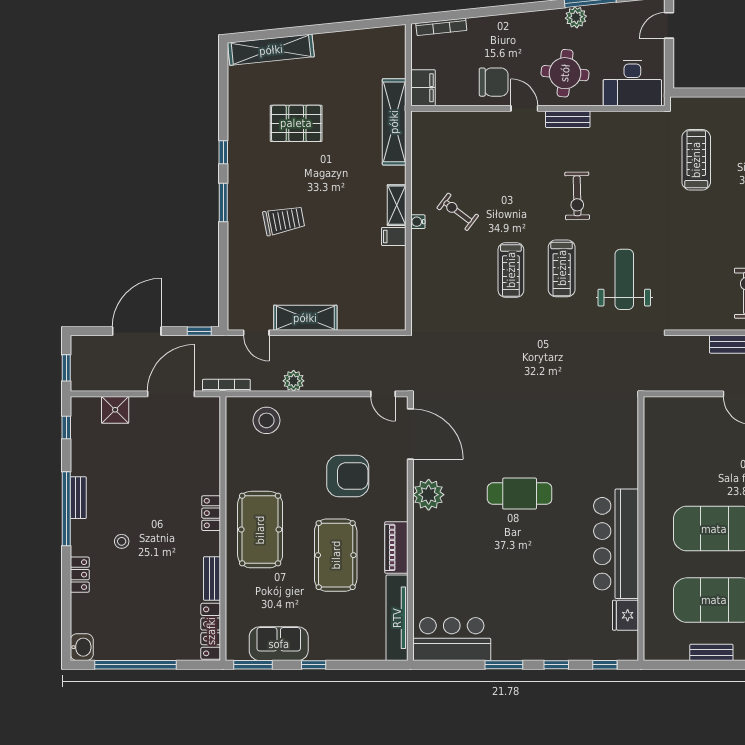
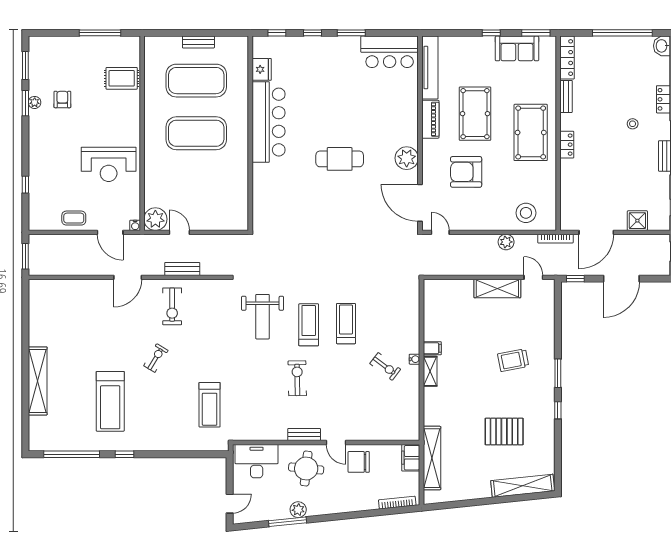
shelving: (394, 122) -> (432, 458), moved

